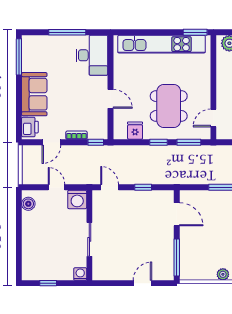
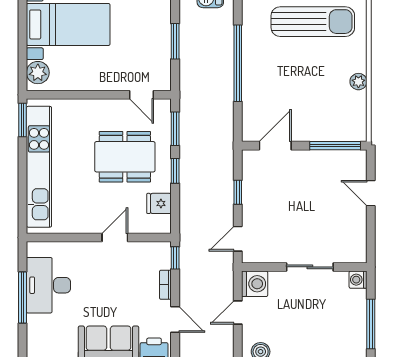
desk: (92, 55) -> (48, 285), moved, turned -90
window: (48, 283) -> (371, 324), width x2.17

